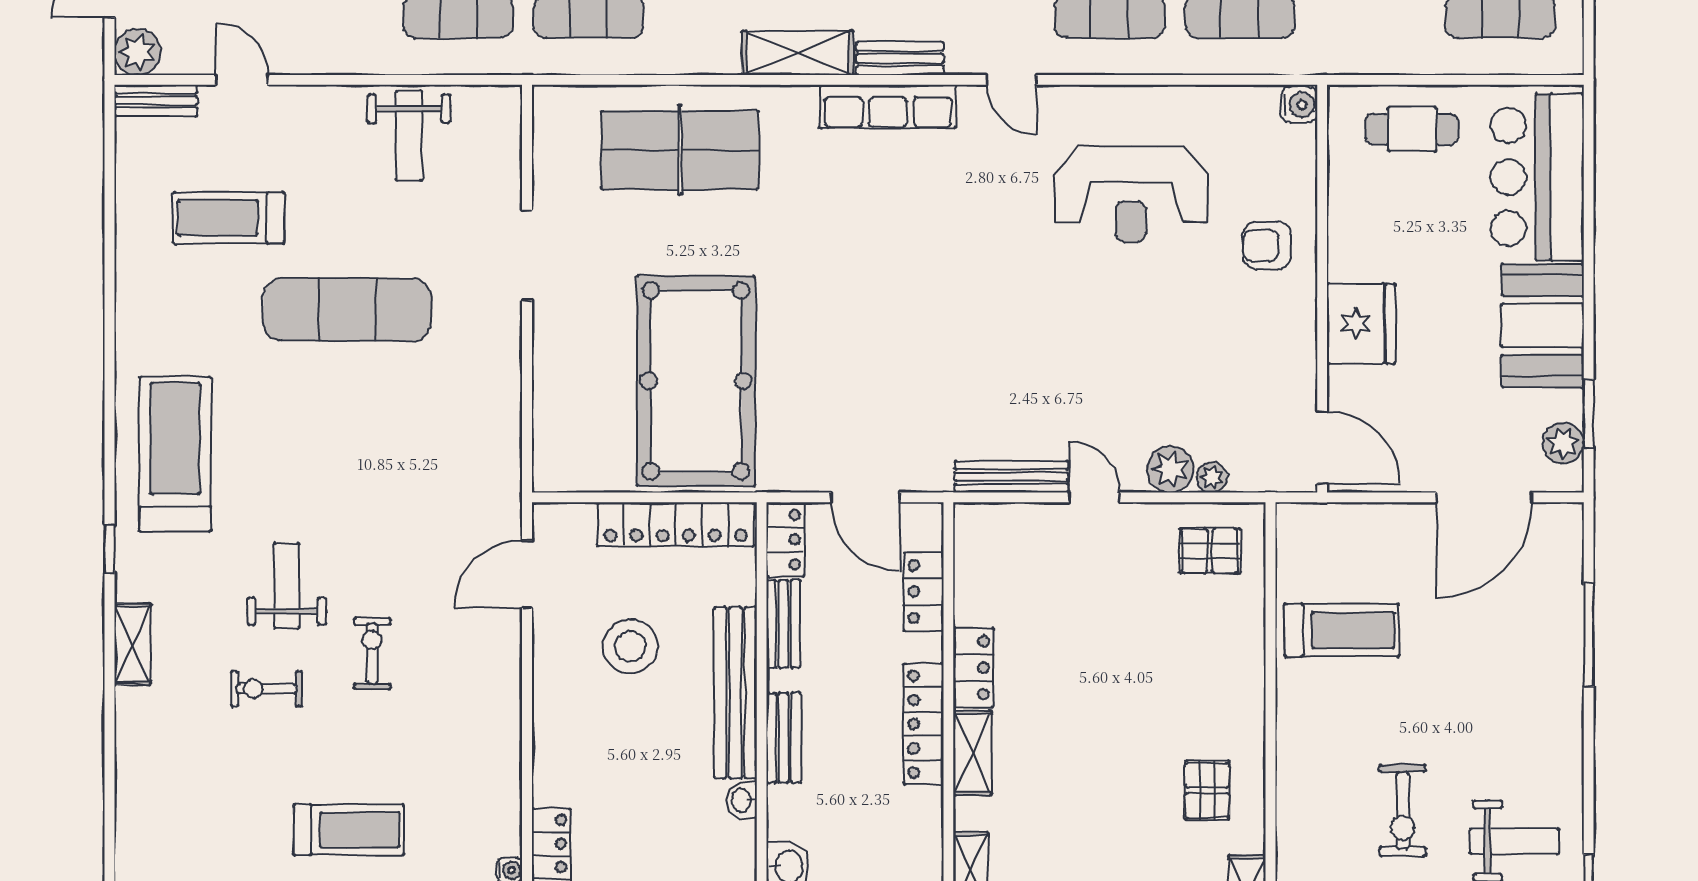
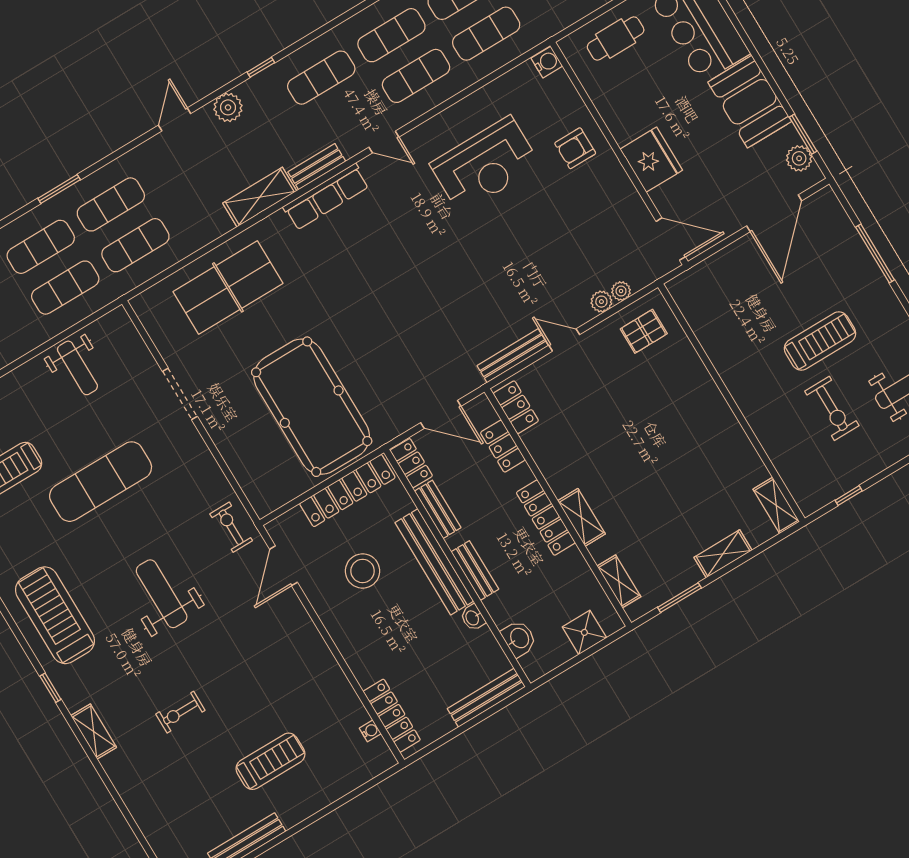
plant: (1170, 469) -> (601, 302), width x0.73, depth x0.73
weight bench: (287, 586) -> (162, 594), moved, width x1.36, depth x1.33
treadmill: (1342, 630) -> (820, 341), moved
exercise bike: (372, 654) -> (231, 527), moved
locker: (973, 668) -> (516, 407), moved
pallet: (1207, 790) -> (720, 461), removed

